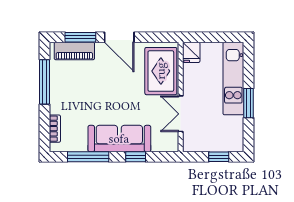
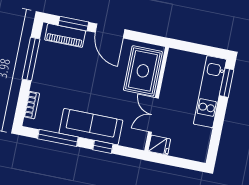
fridge: (191, 52) -> (159, 145), moved, turned -90
window: (249, 103) -> (227, 83), moved
window: (219, 157) -> (181, 163), removed

